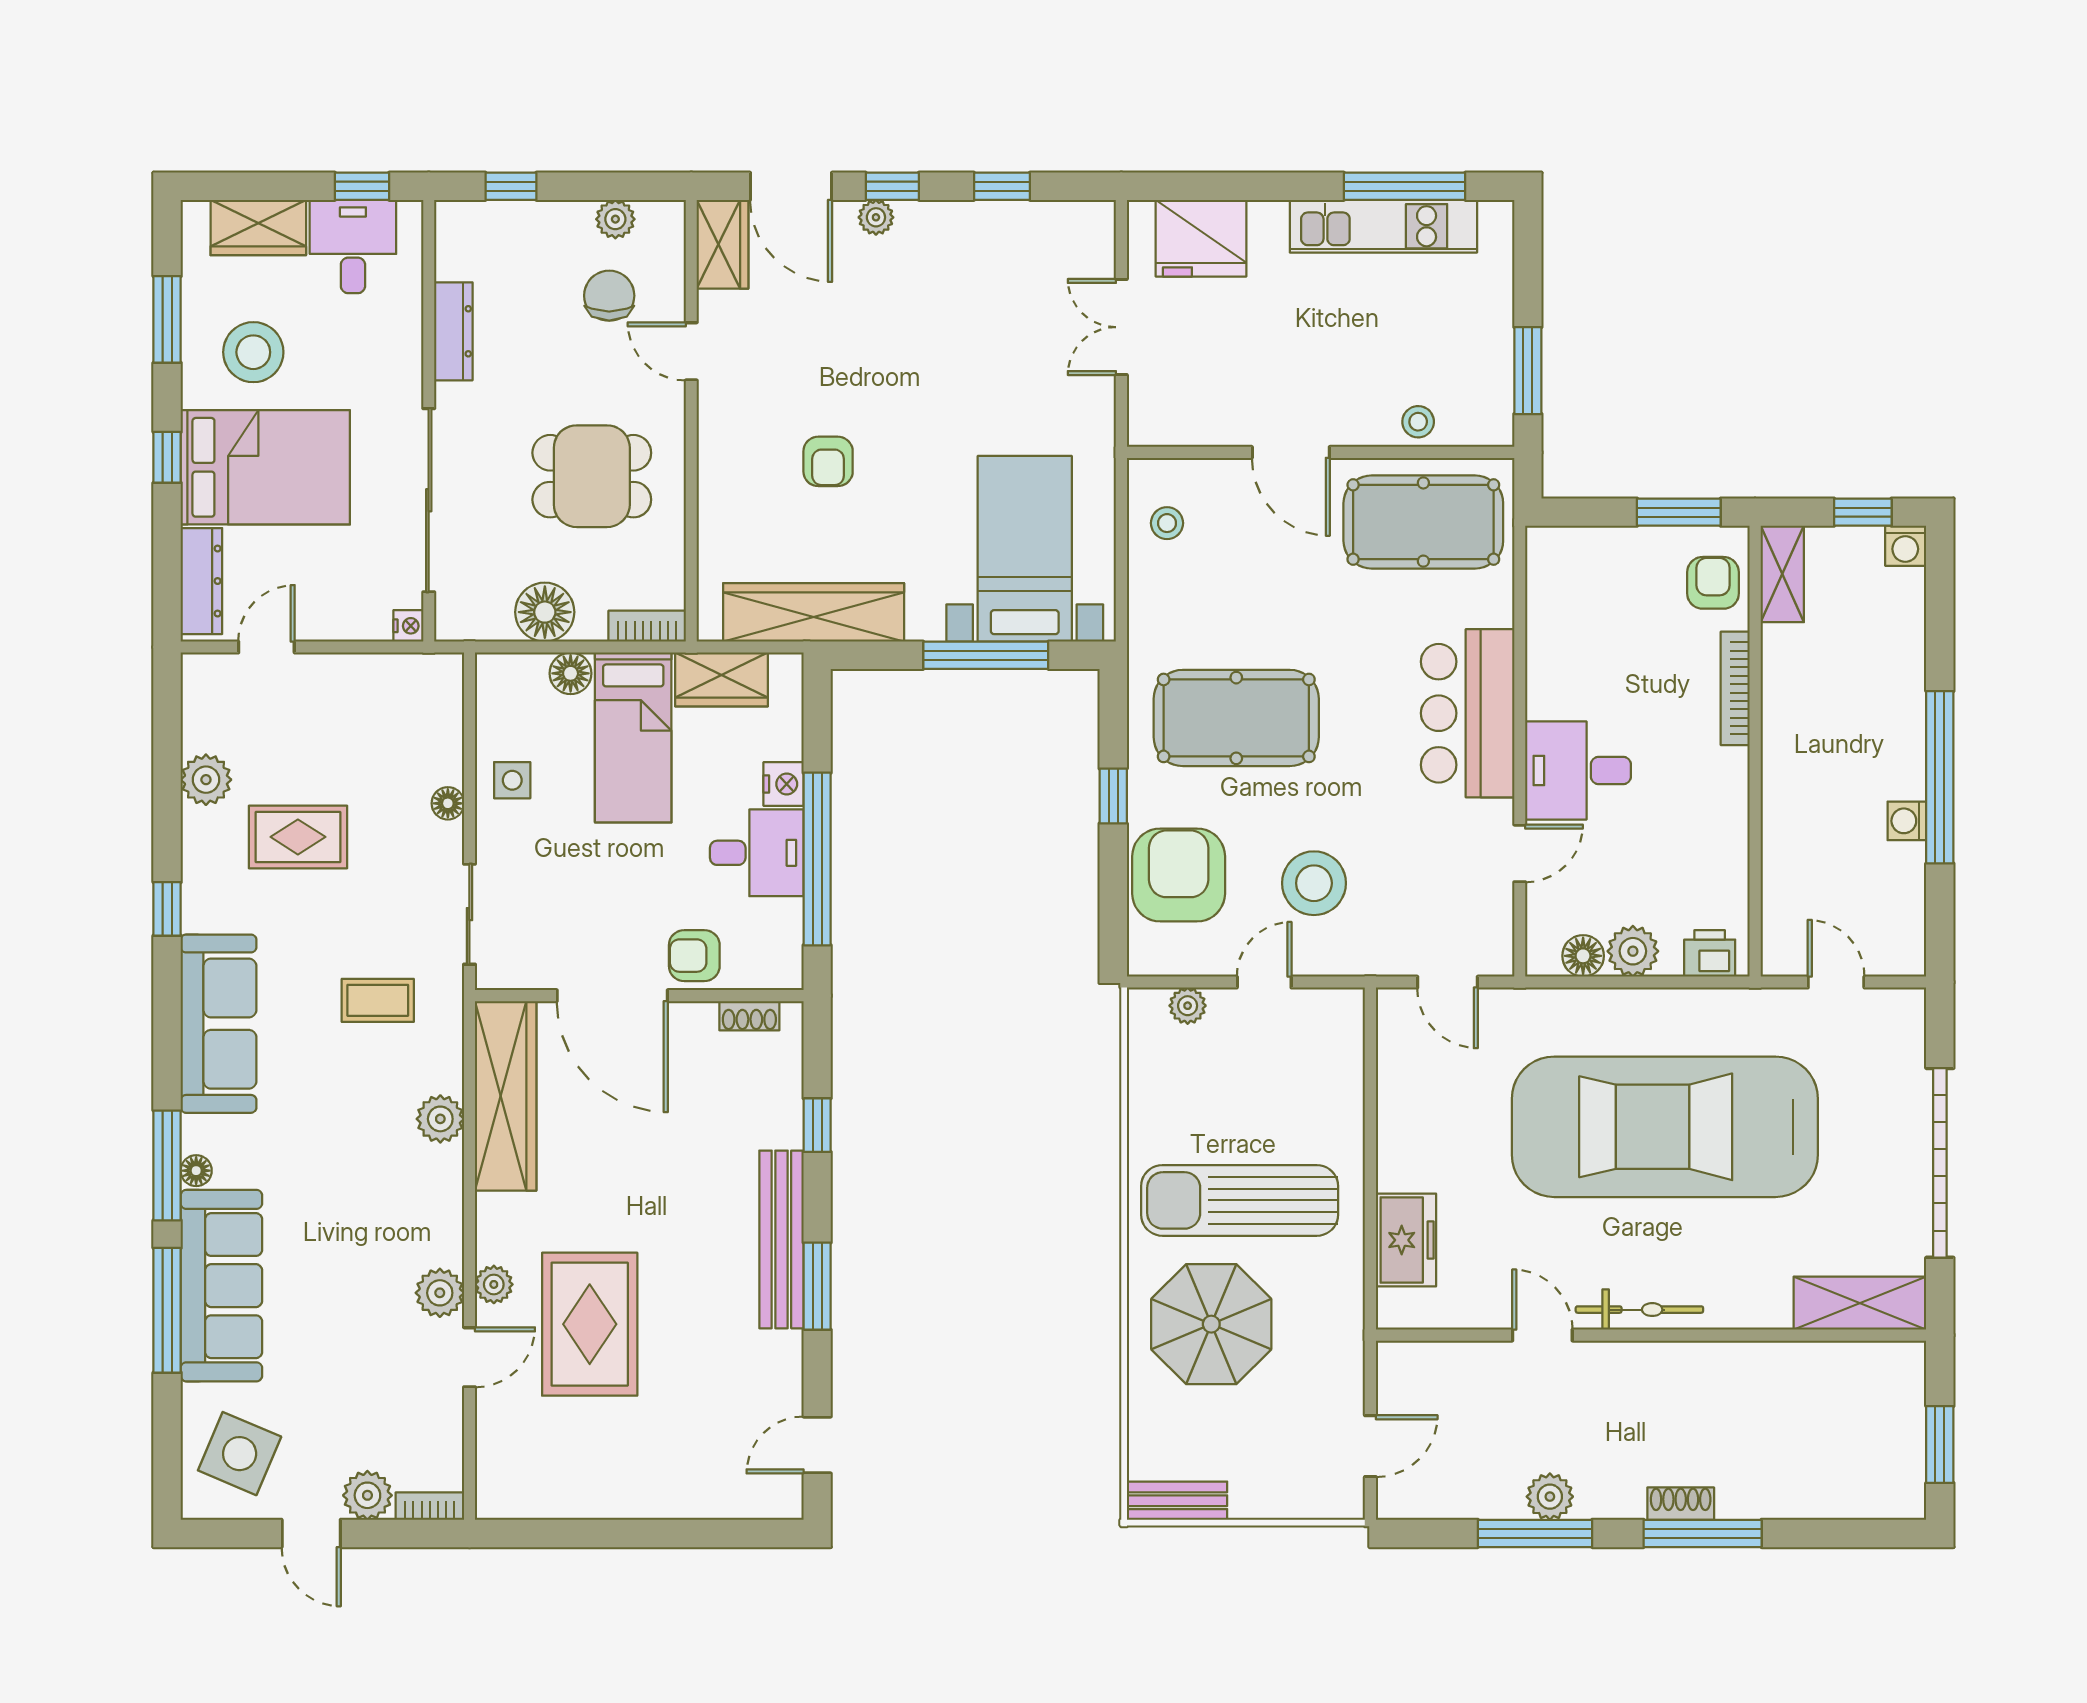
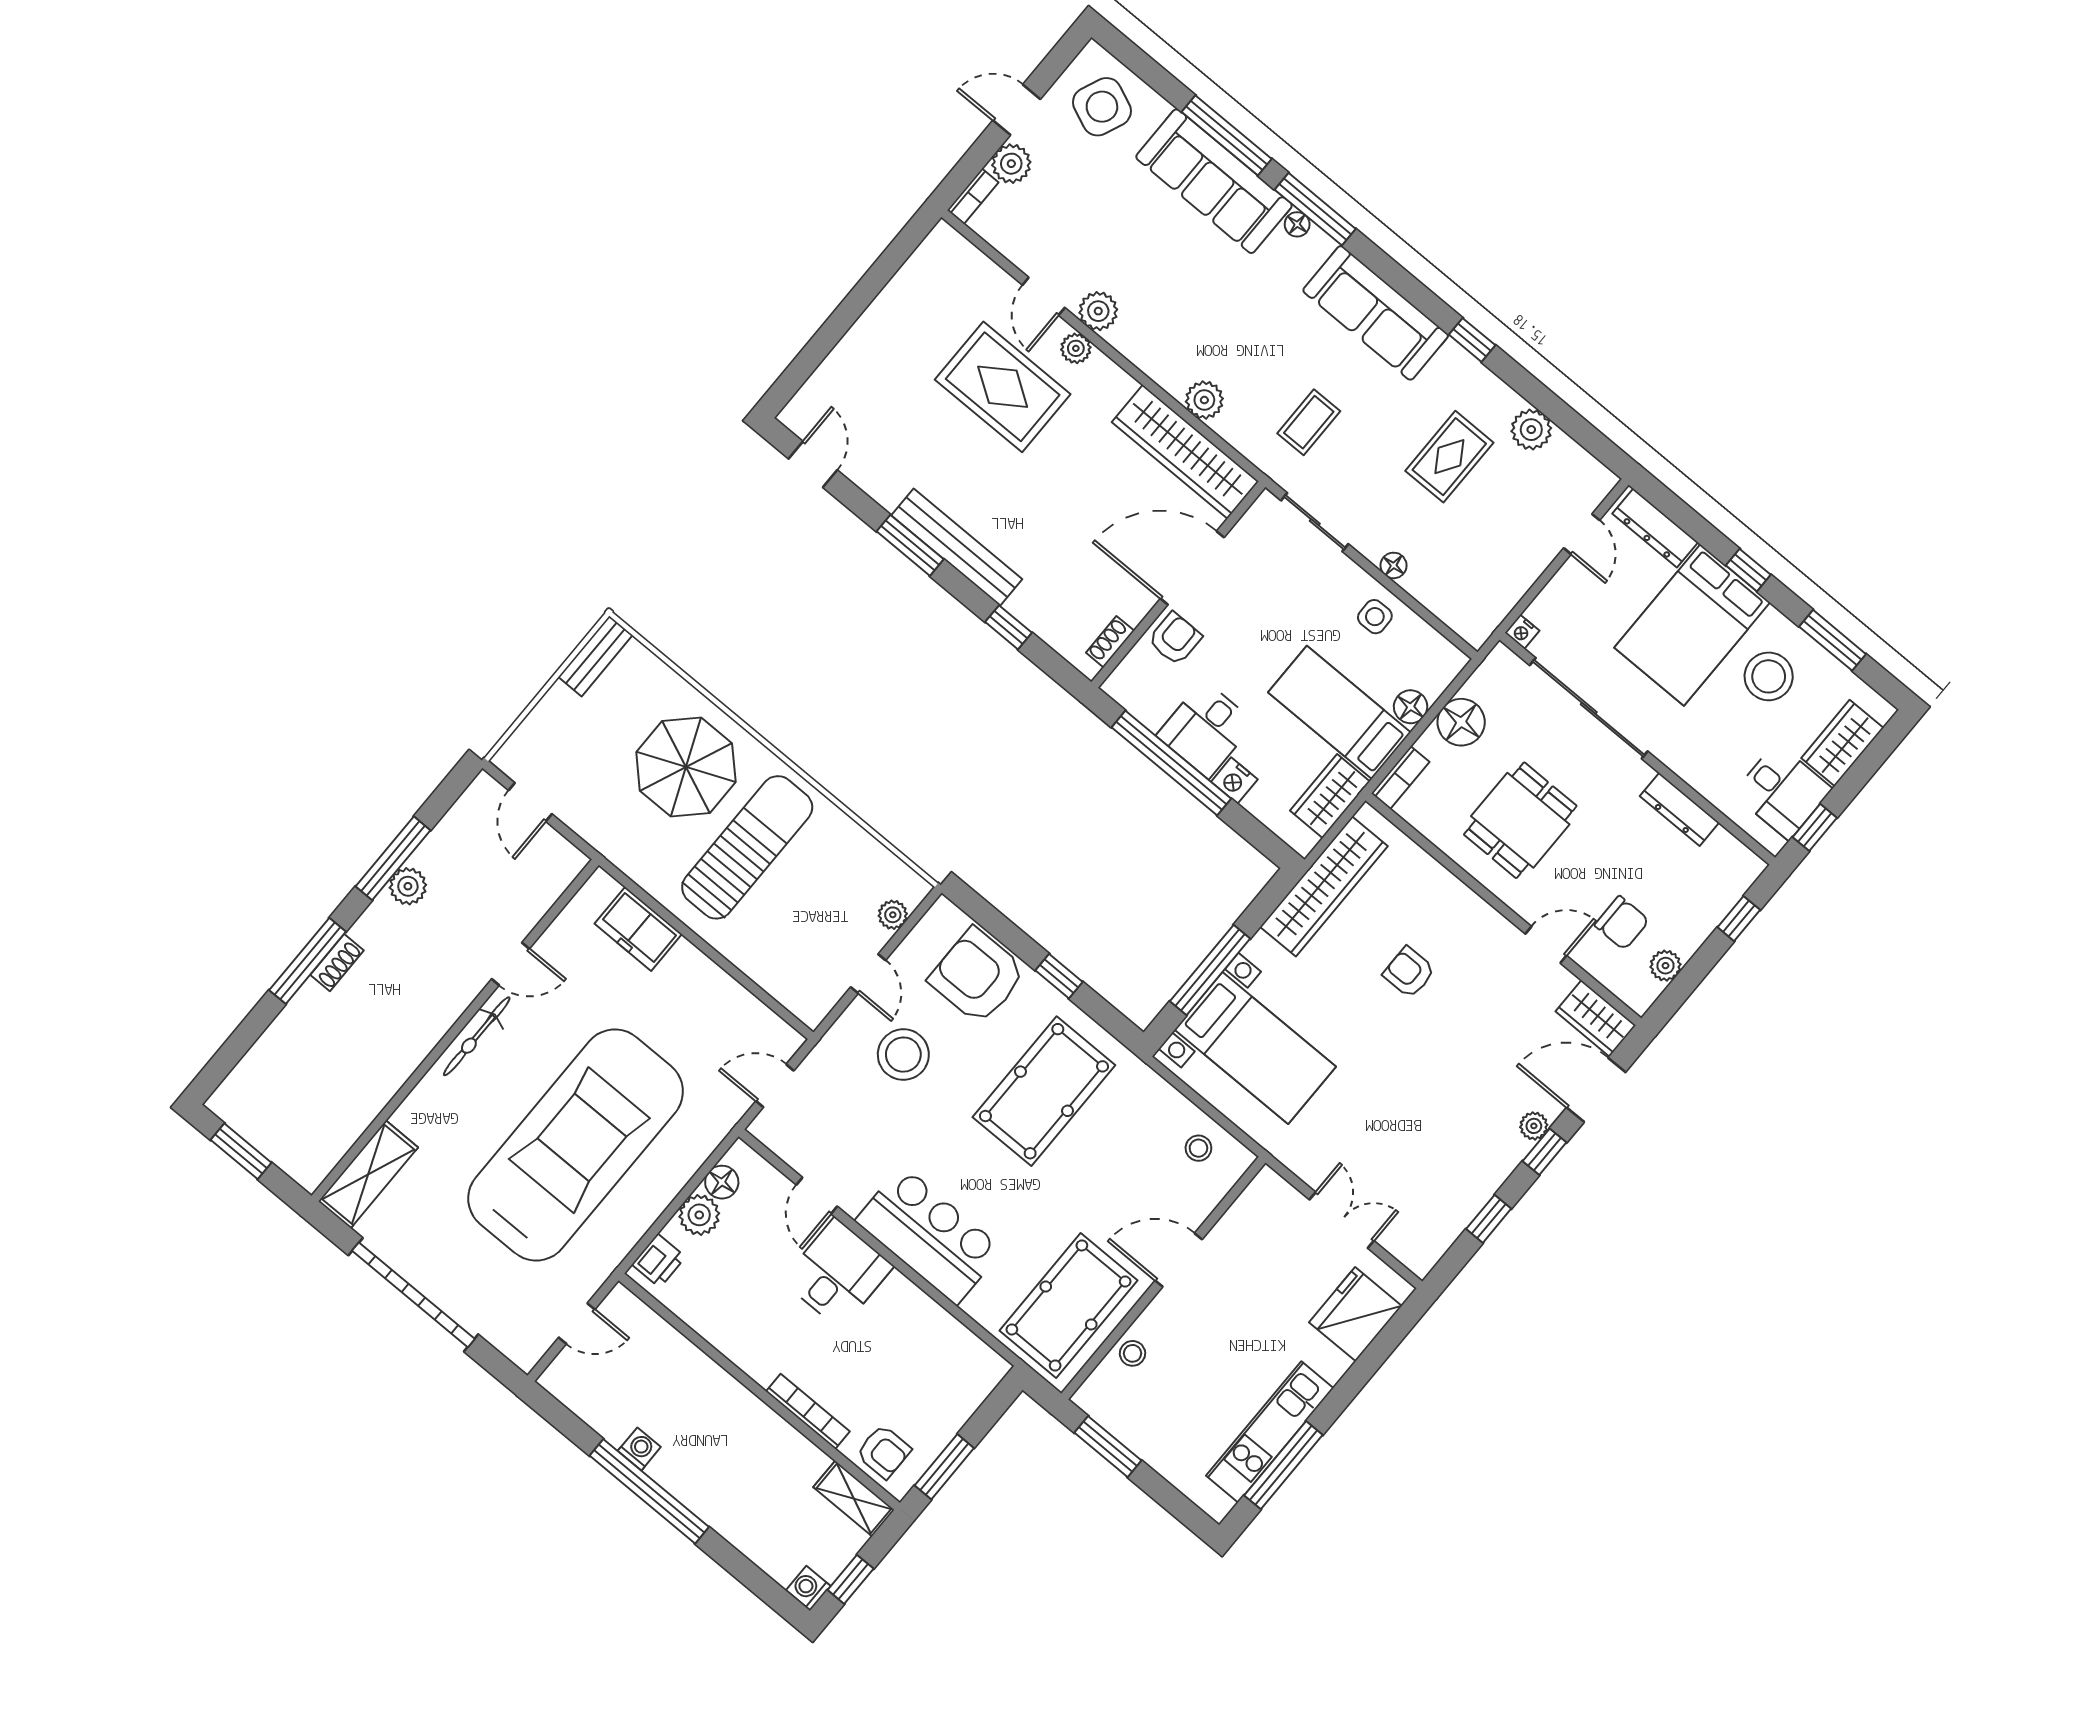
armchair: (1179, 875) -> (977, 976), turned 180

